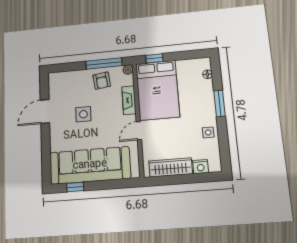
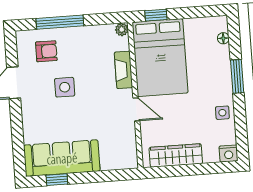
window: (104, 63) -> (60, 22), moved
armchair: (102, 81) -> (46, 51), moved, turned -83
door: (139, 131) -> (136, 109), swing flipped
sofa: (90, 165) -> (62, 158), width x0.74, depth x0.79
nightstand: (201, 167) -> (229, 153), moved

